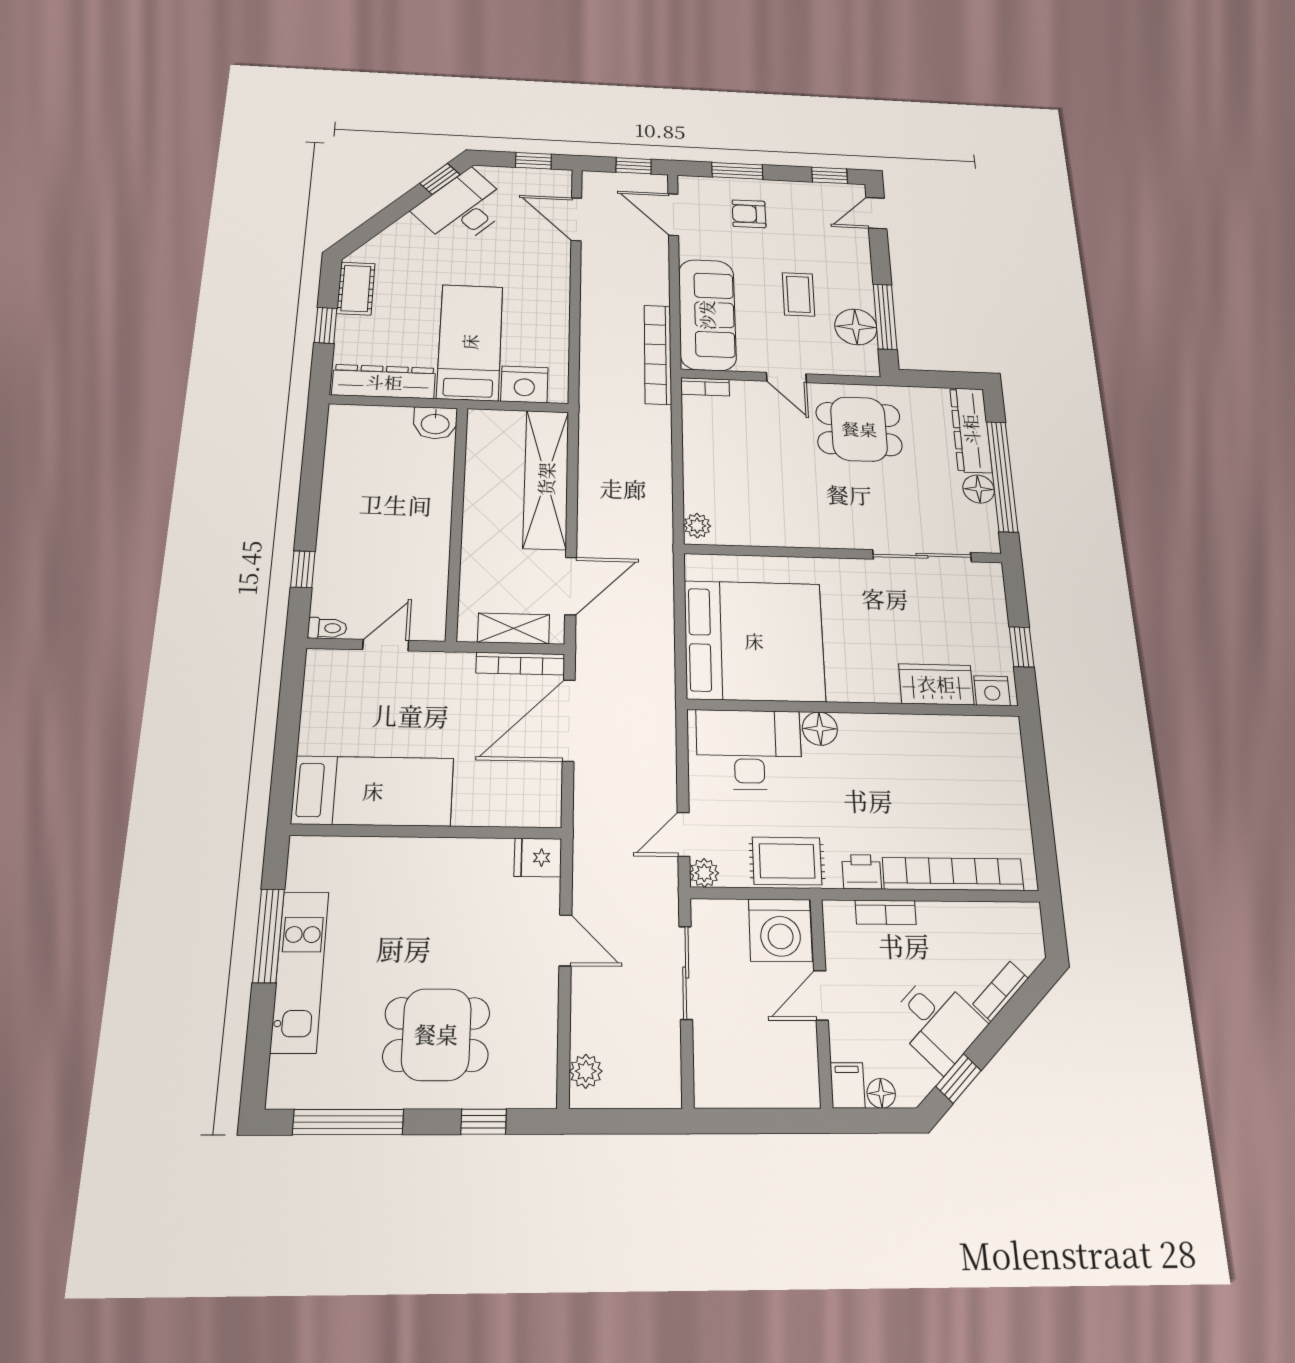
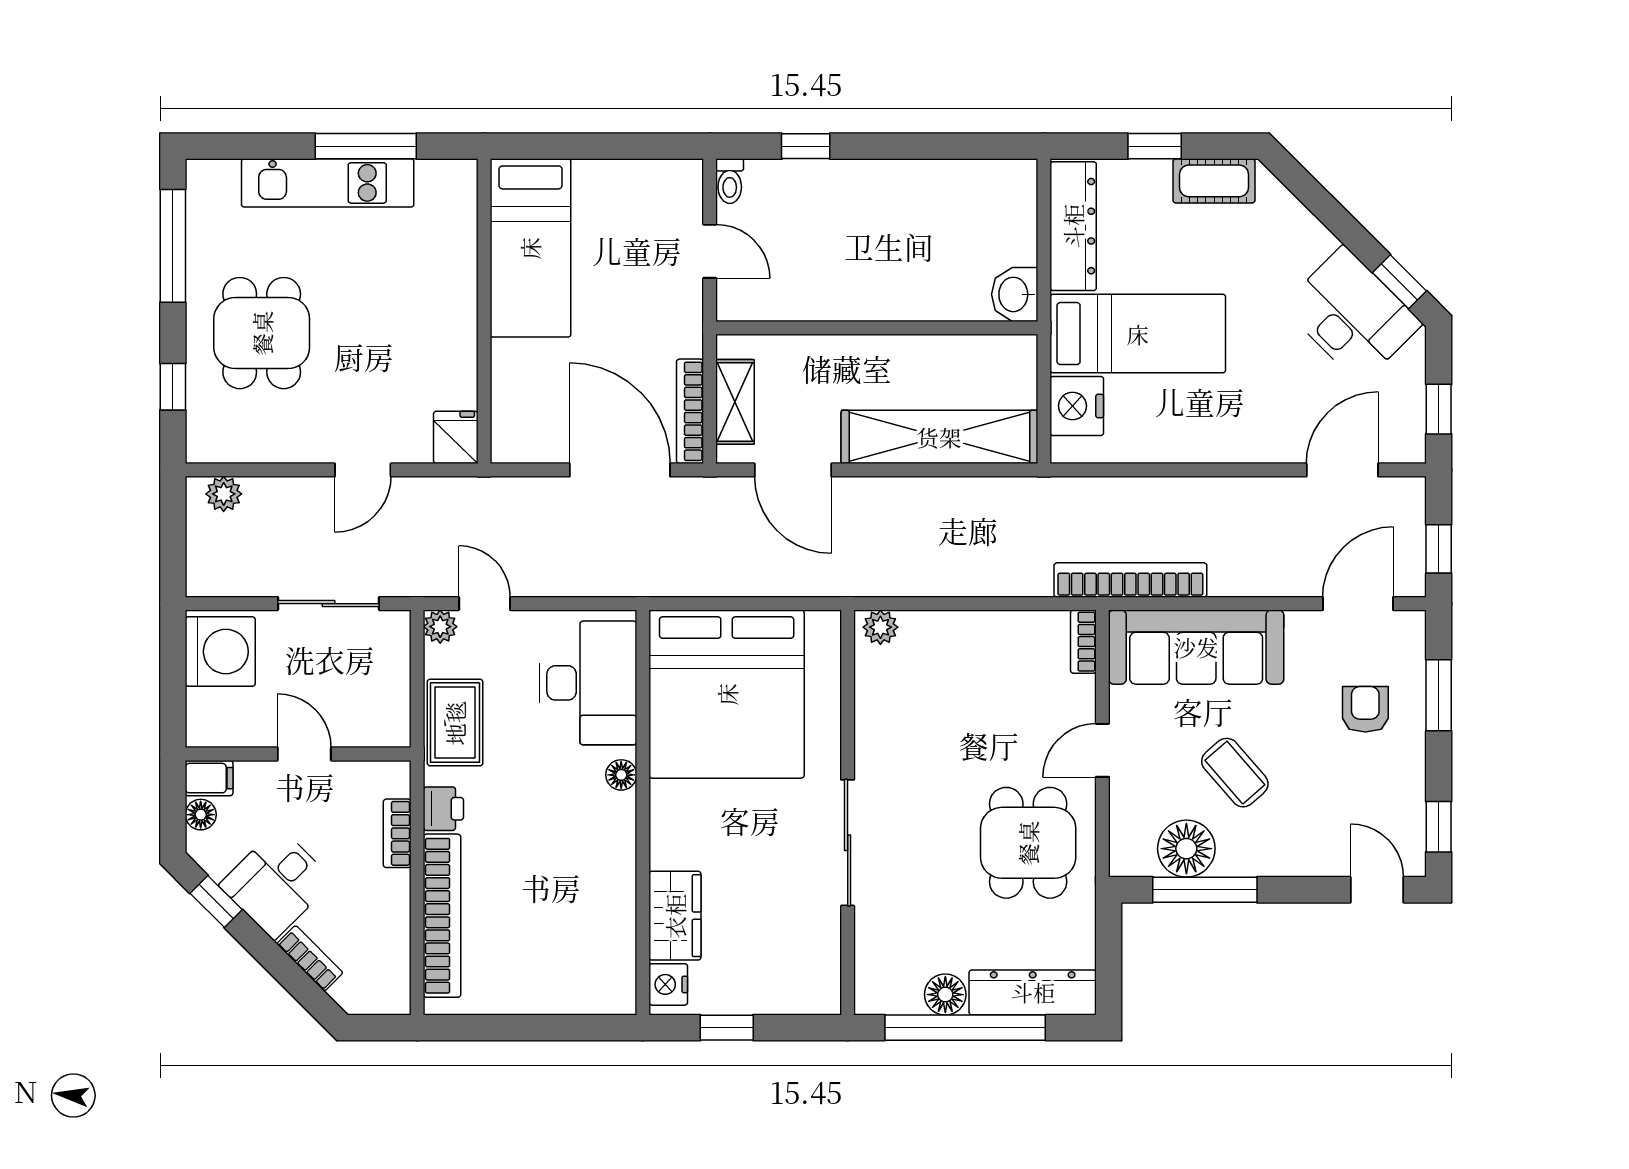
coffee table: (798, 294) -> (1235, 773), turned 49
sliding door: (922, 556) -> (848, 843), moved
floor lamp: (820, 729) -> (621, 775), width x0.73, depth x0.73
washing machine: (780, 930) -> (220, 652), moved, turned 180

